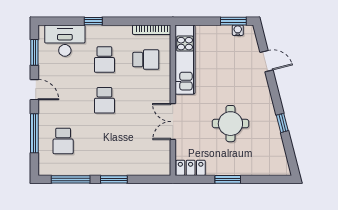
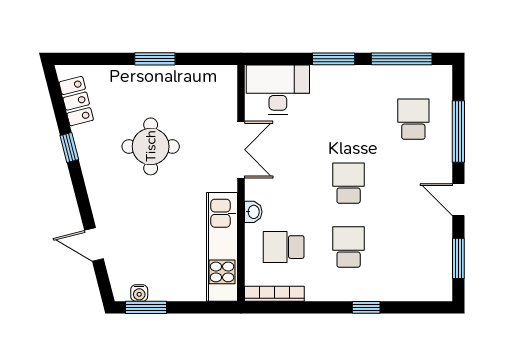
desk: (65, 41) -> (278, 89), moved, turned 180
washbasin: (165, 82) -> (253, 212), added
locker: (191, 168) -> (76, 101), moved, turned -104

